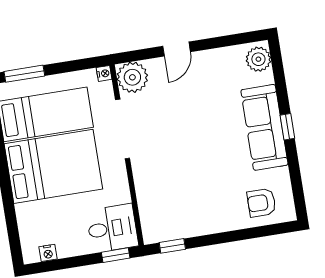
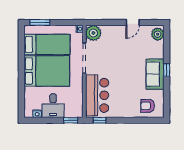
door: (177, 49) -> (133, 22), moved
sofa: (264, 127) -> (155, 74), width x0.73
bar counter: (159, 198) -> (97, 95), added
desk: (112, 228) -> (53, 106), moved, turned 90

